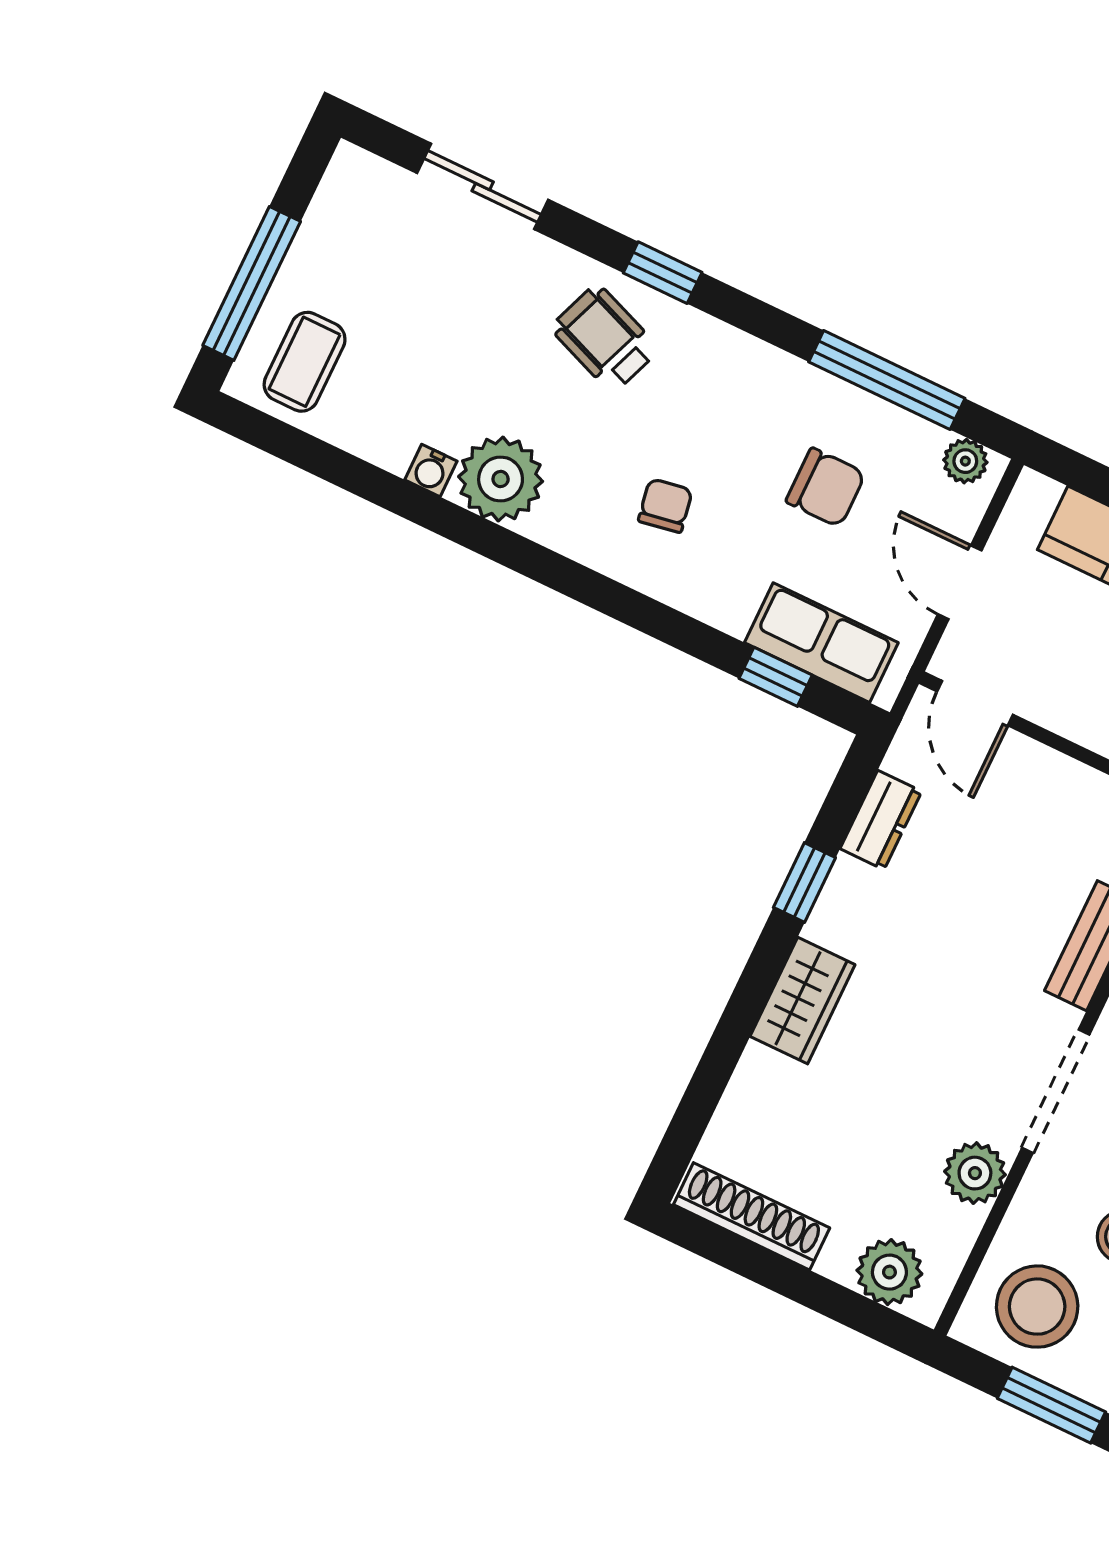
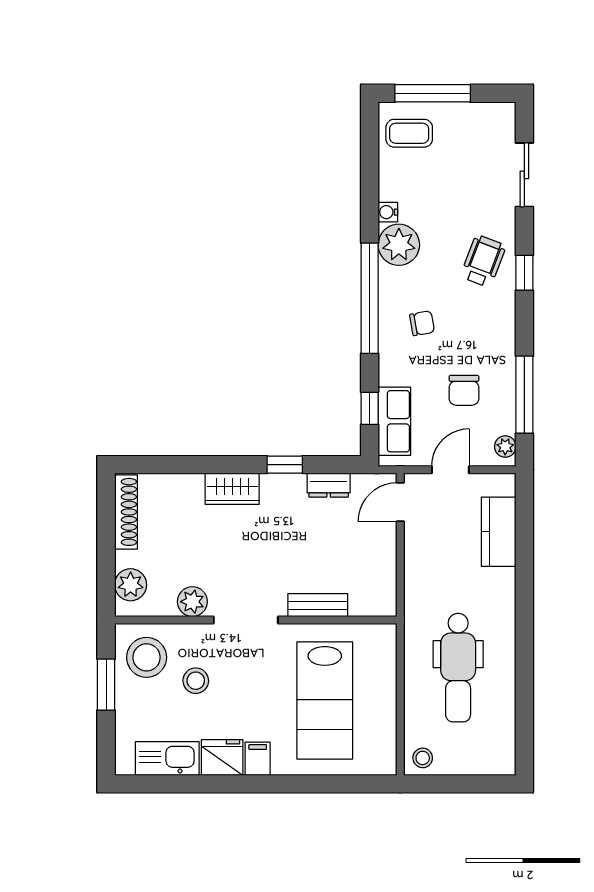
window: (573, 580) -> (370, 298), added

